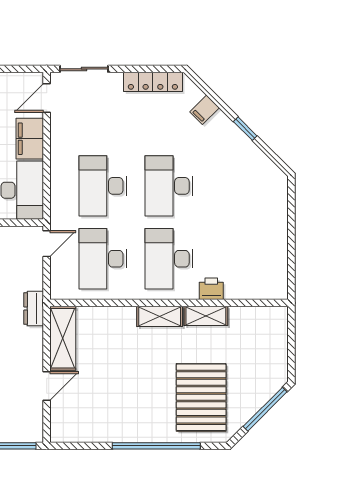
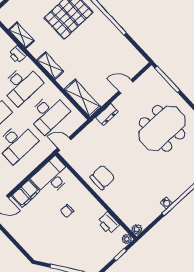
dresser: (34, 309) -> (107, 115), moved
shelving: (206, 316) -> (21, 35), moved
shelving: (63, 338) -> (82, 98), moved, turned 90

